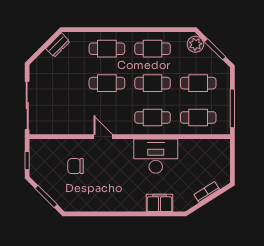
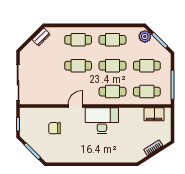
door: (103, 137) -> (75, 106), hinge flipped
desk: (156, 156) -> (102, 121), moved
filing cabinet: (160, 203) -> (154, 114), moved, turned 180

